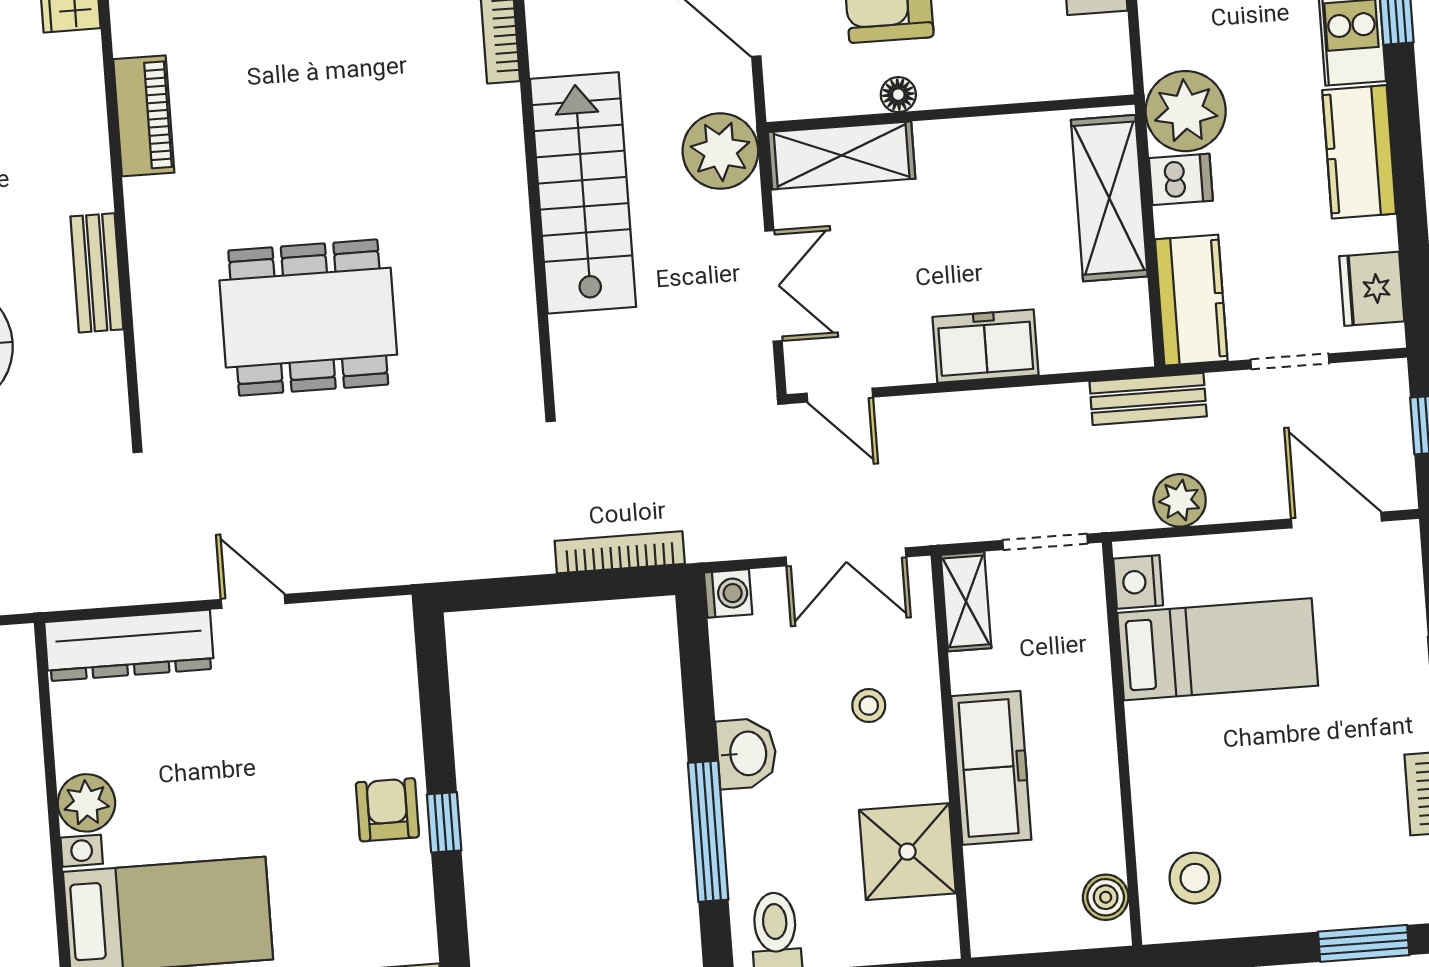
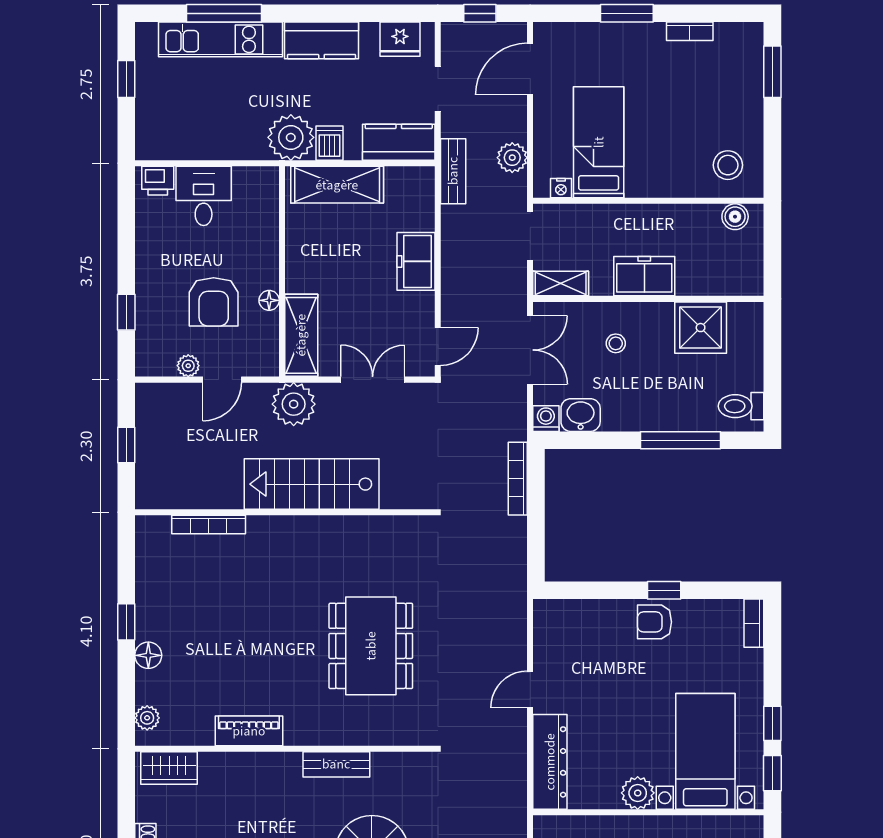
nightstand: (1138, 582) -> (561, 188), width x0.72, depth x0.74
washbasin: (746, 754) -> (581, 415), moved
freezer: (991, 768) -> (644, 276), width x0.71

